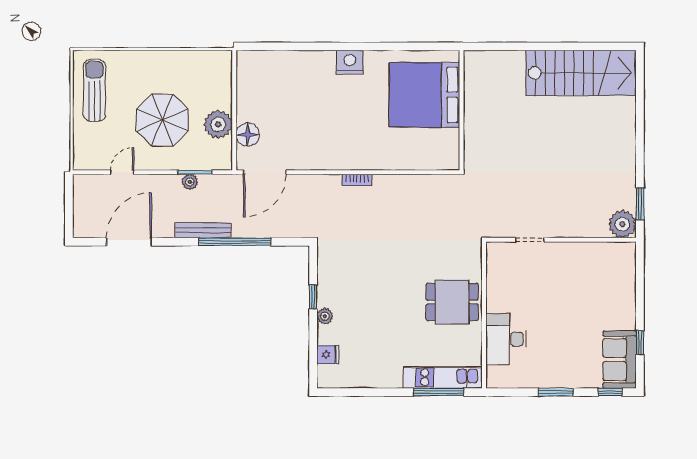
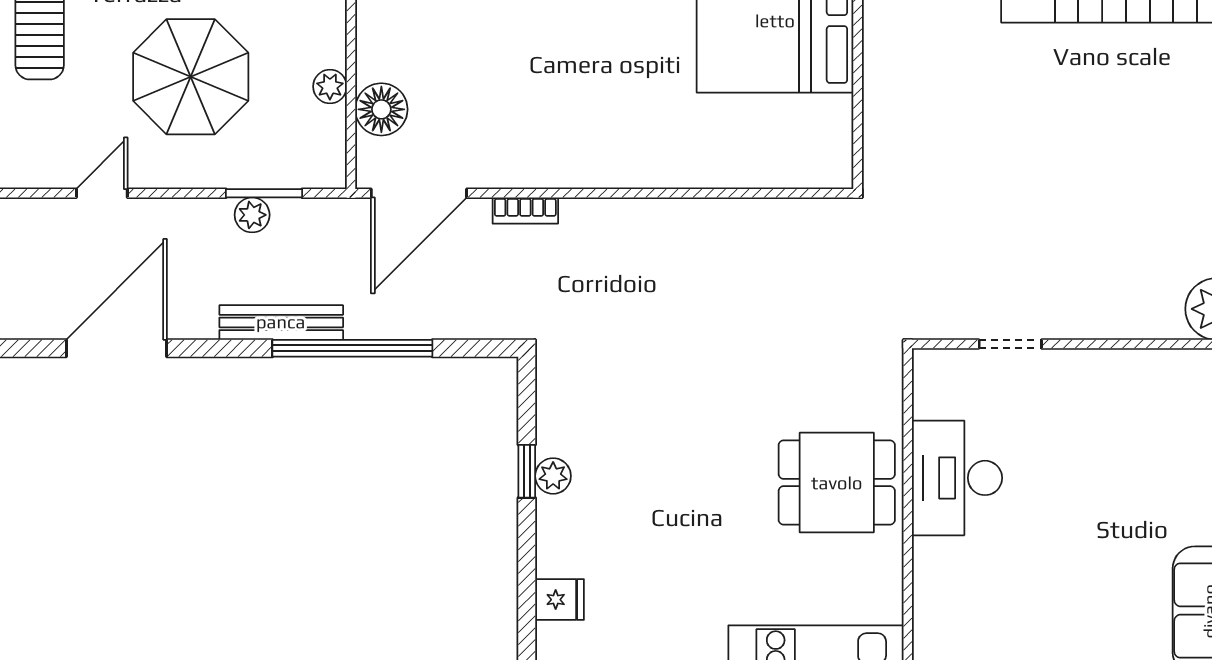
plant: (218, 124) -> (330, 86), width x0.53, depth x0.53
bookcase: (357, 180) -> (525, 211), moved
plant: (325, 316) -> (553, 476), moved
desk: (506, 339) -> (957, 478), moved

